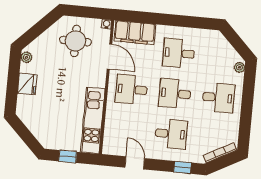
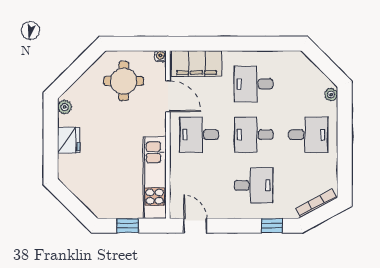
door: (135, 163) -> (195, 226), moved

